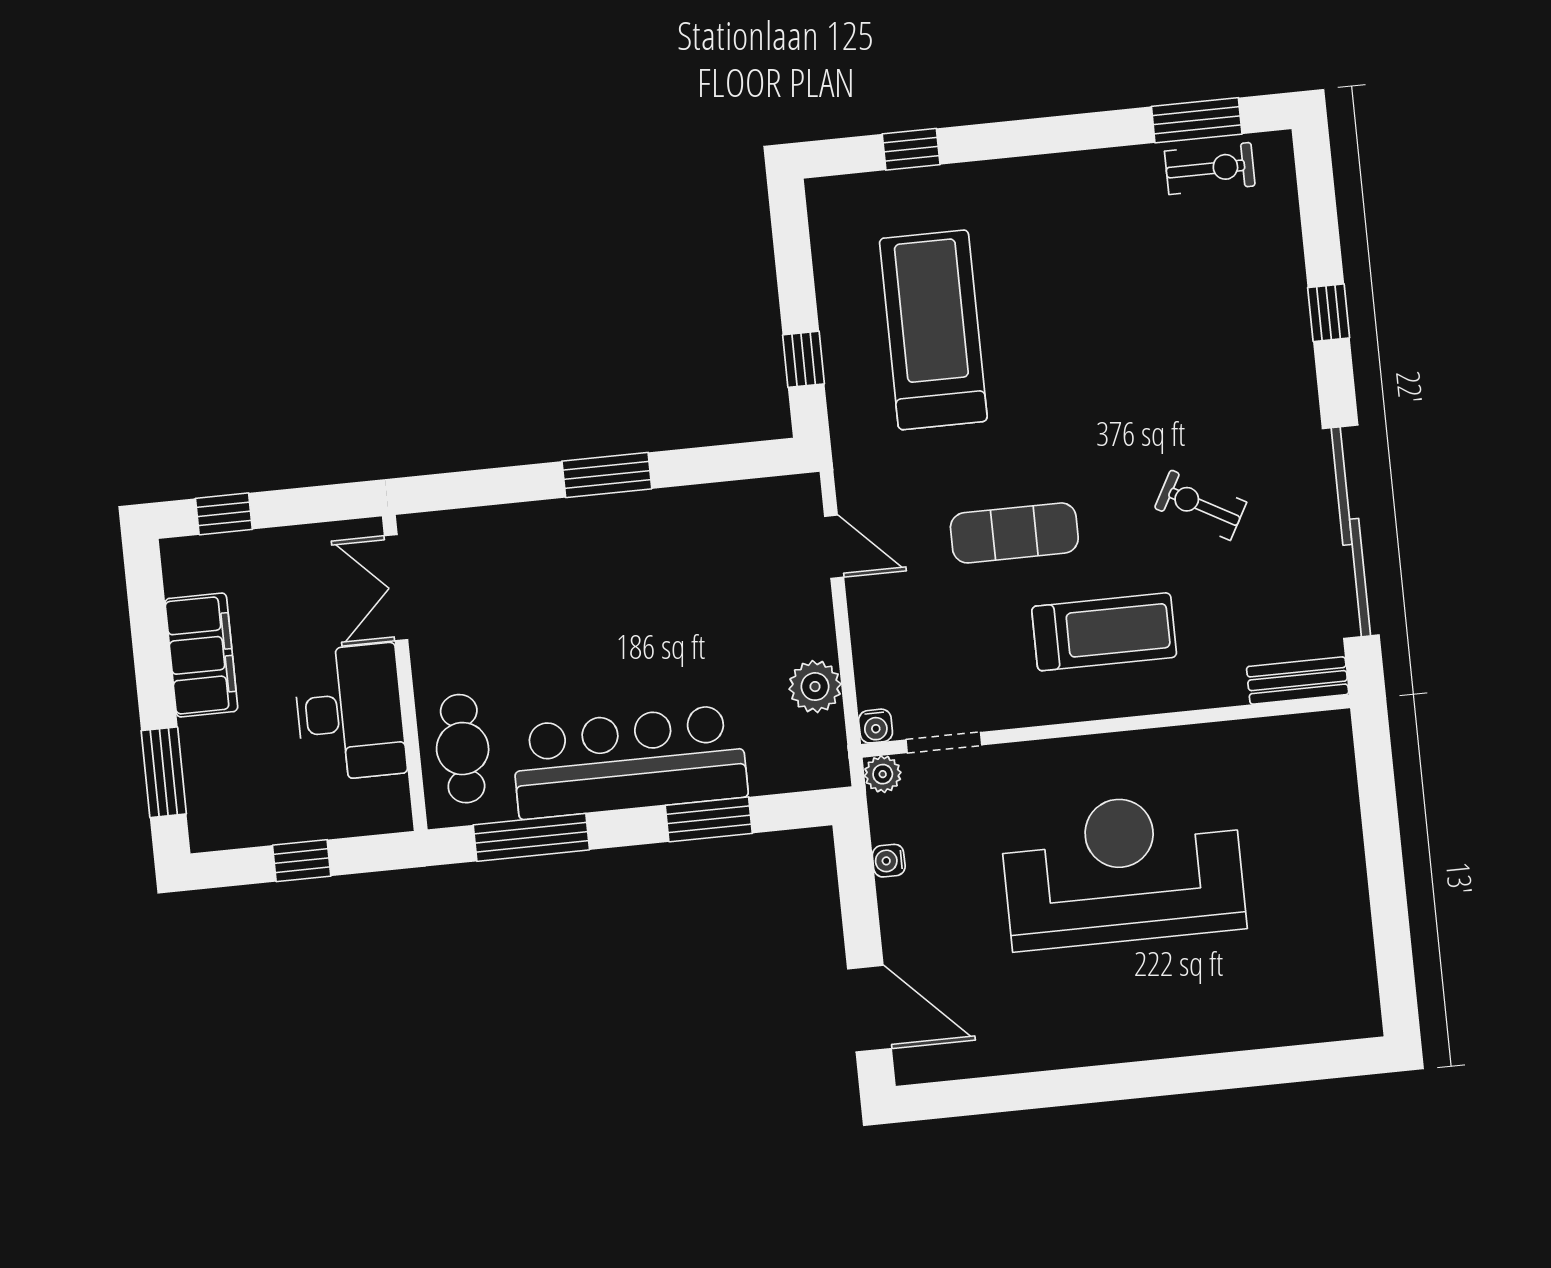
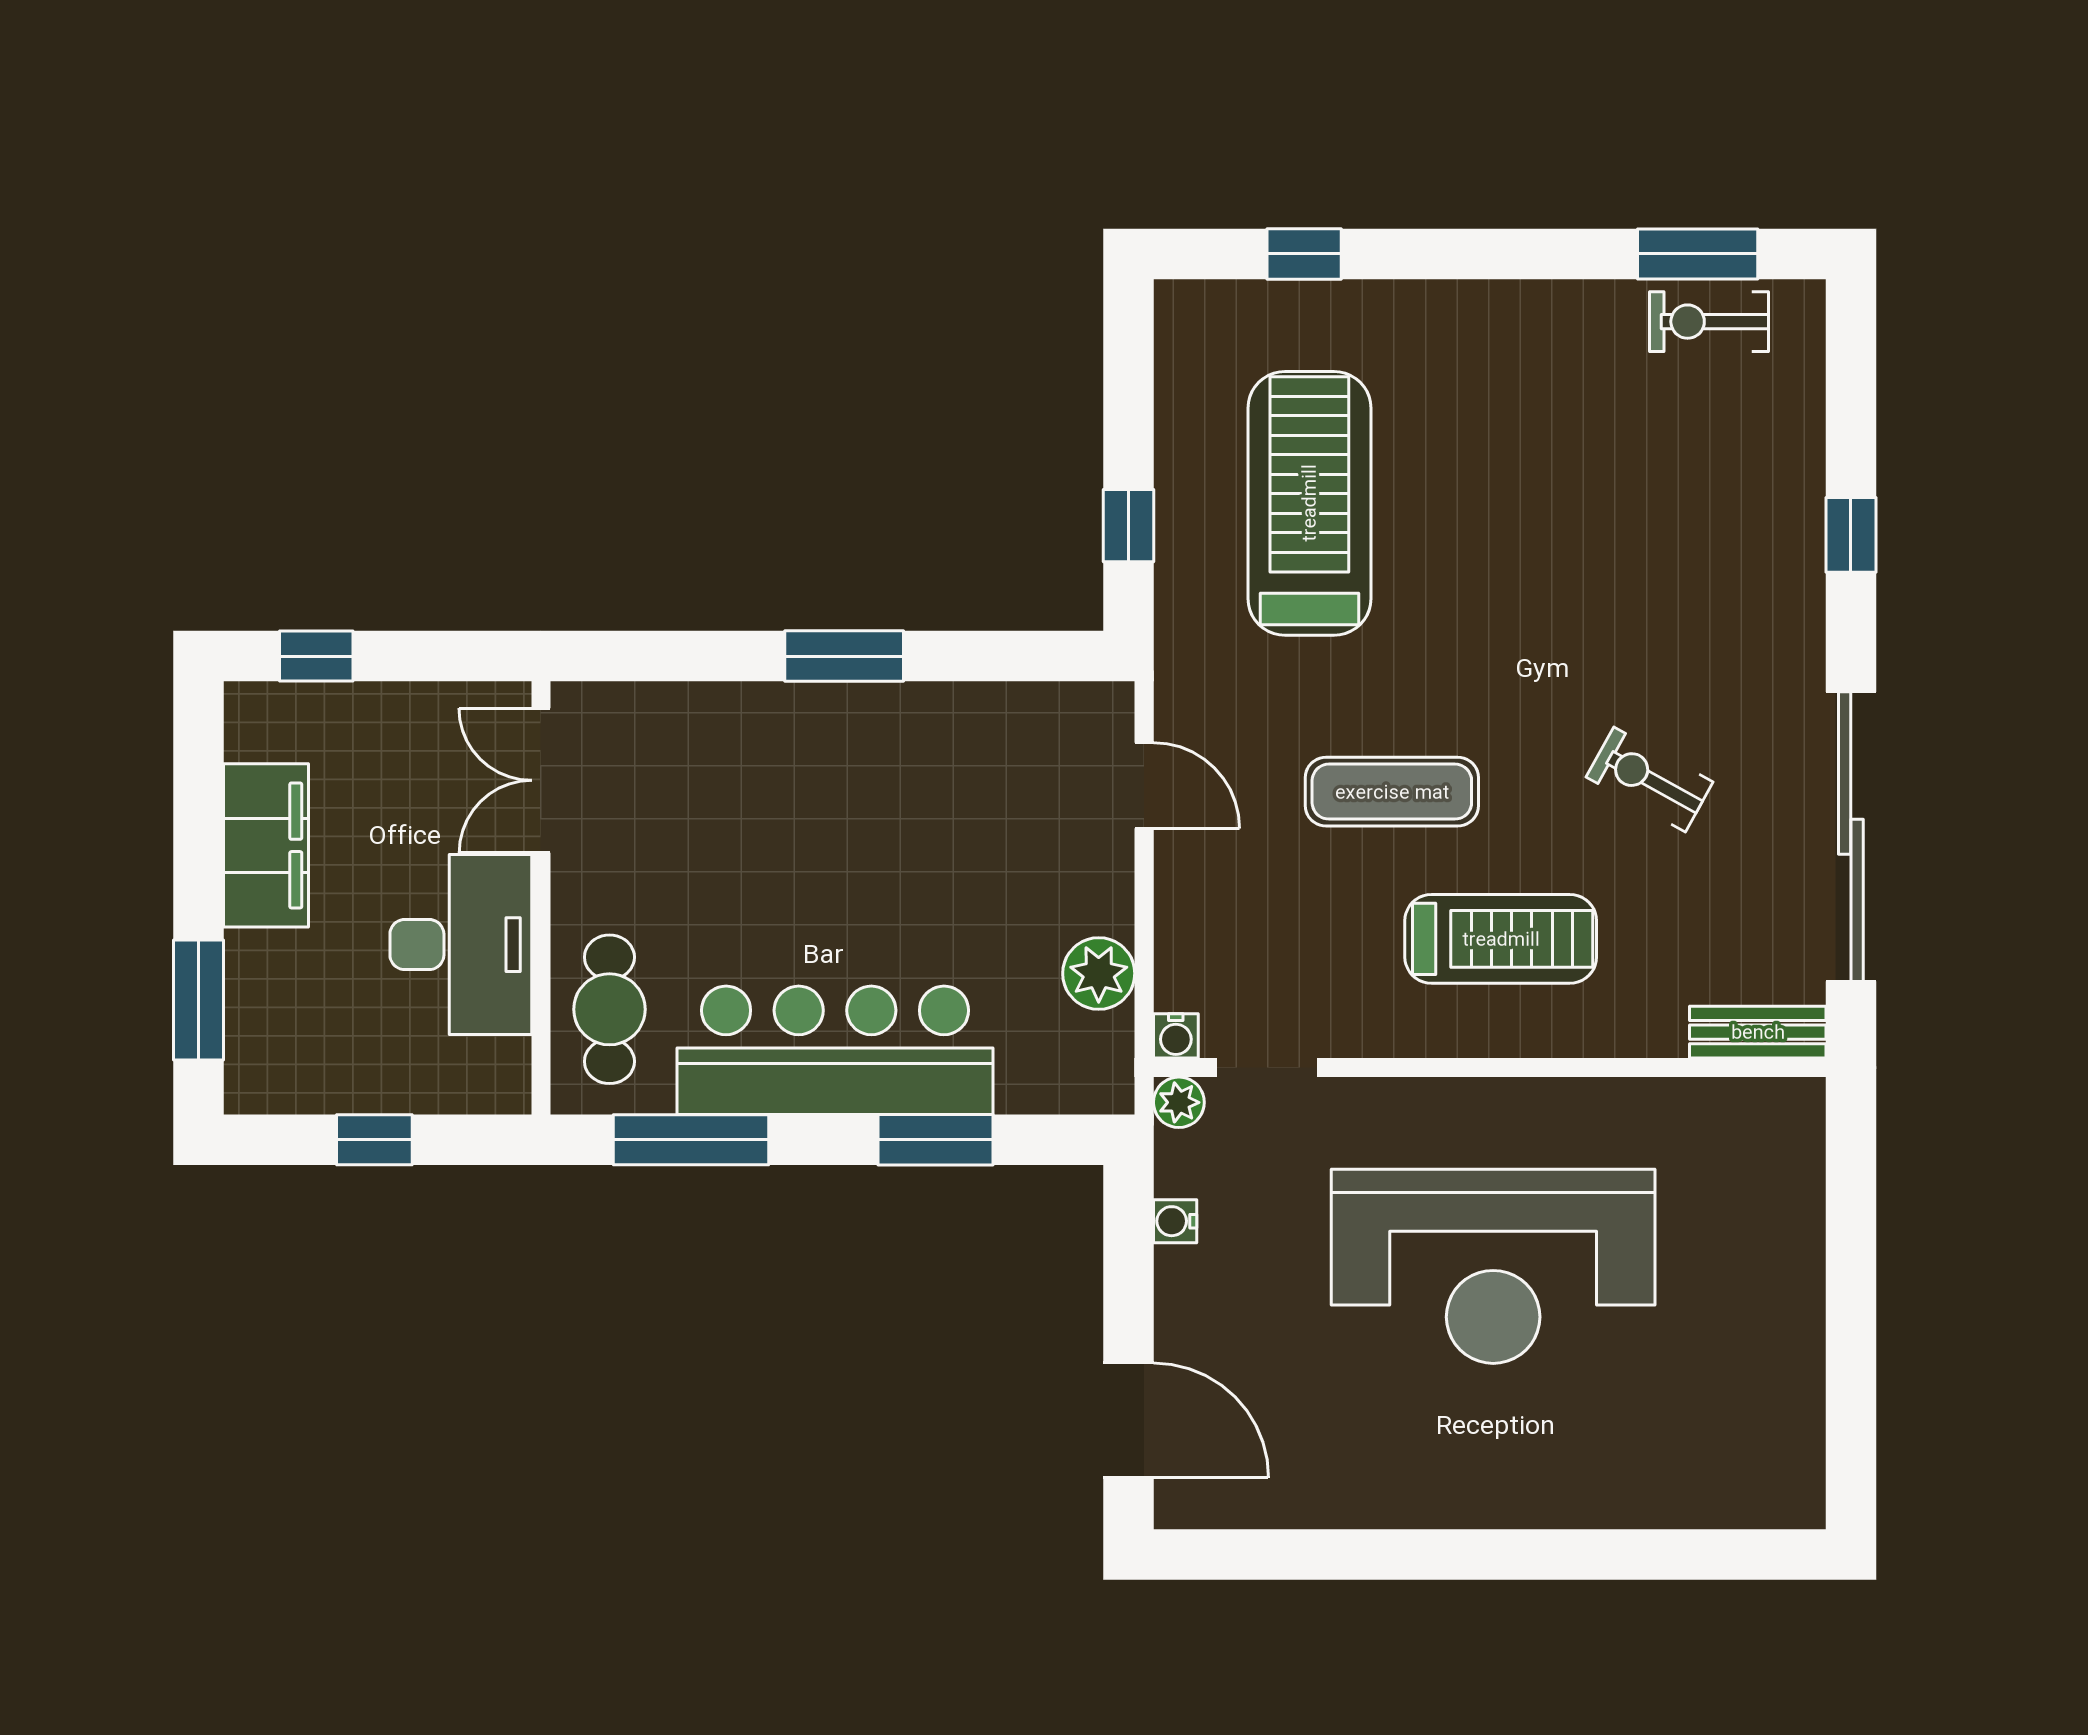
exercise bike: (1210, 168) -> (1709, 322), turned 180
reception desk: (1123, 870) -> (1493, 1266), turned 180

